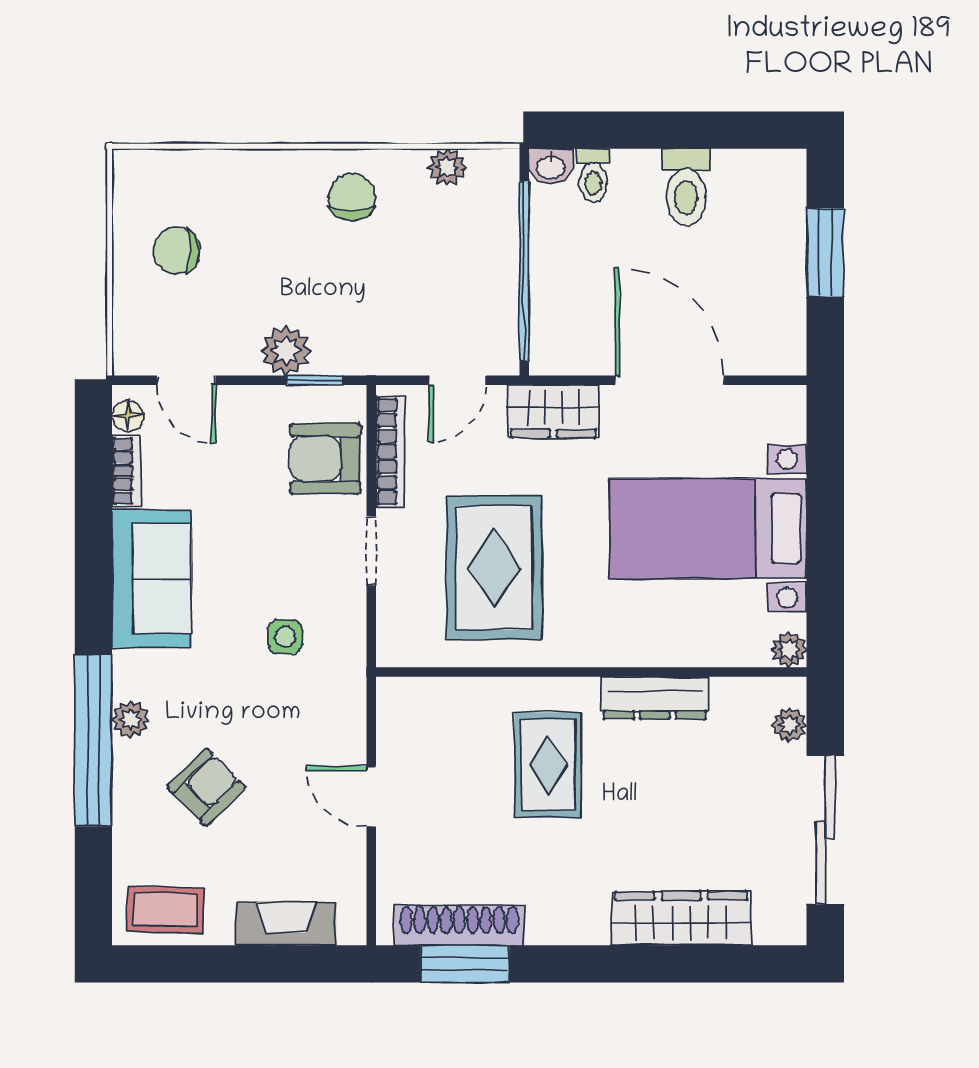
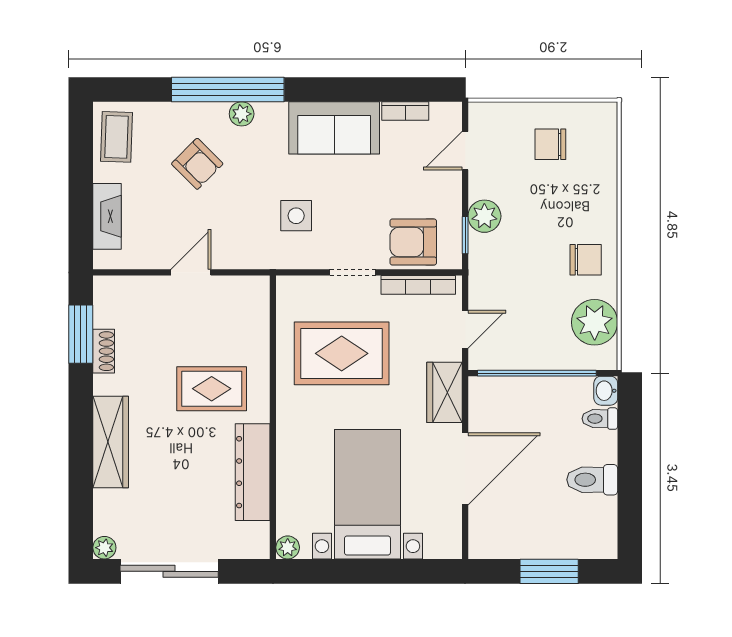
plant: (447, 167) -> (595, 322), width x1.87, depth x1.87
chair: (177, 251) -> (550, 144), turned -90
door: (458, 380) -> (465, 329), swing flipped
floor lamp: (128, 416) -> (441, 112), removed
armchair: (325, 459) -> (413, 242), turned -90
side table: (285, 637) -> (296, 216), width x1.37, depth x1.37
dresser: (655, 698) -> (253, 472), width x1.37, depth x1.24
plant: (789, 725) -> (104, 548), moved
wardrobe: (681, 918) -> (111, 442), moved
shoe rack: (459, 925) -> (104, 351), width x0.51, depth x0.81

